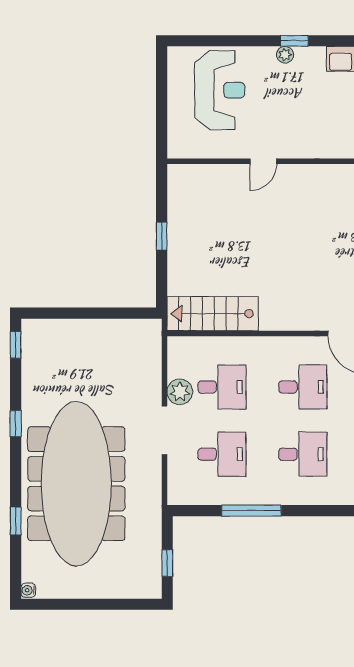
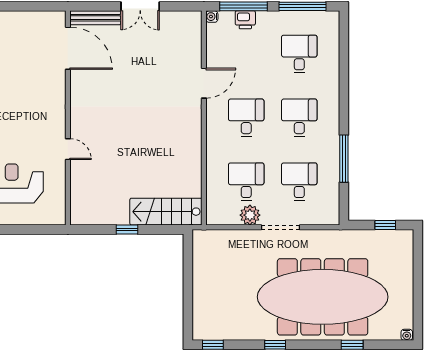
stairs: (213, 314) -> (166, 212), moved, turned 90

